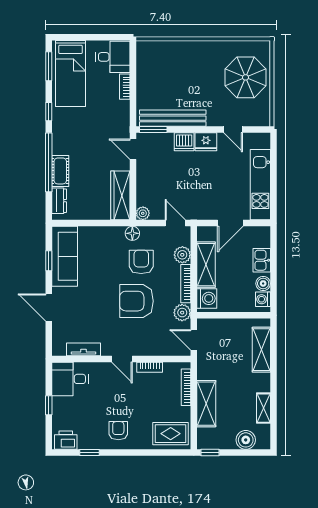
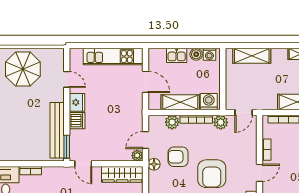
door: (233, 129) -> (67, 79), hinge flipped
door: (133, 149) -> (83, 164), hinge flipped
door: (175, 223) -> (145, 140), moved
armchair: (136, 301) -> (212, 174), moved

